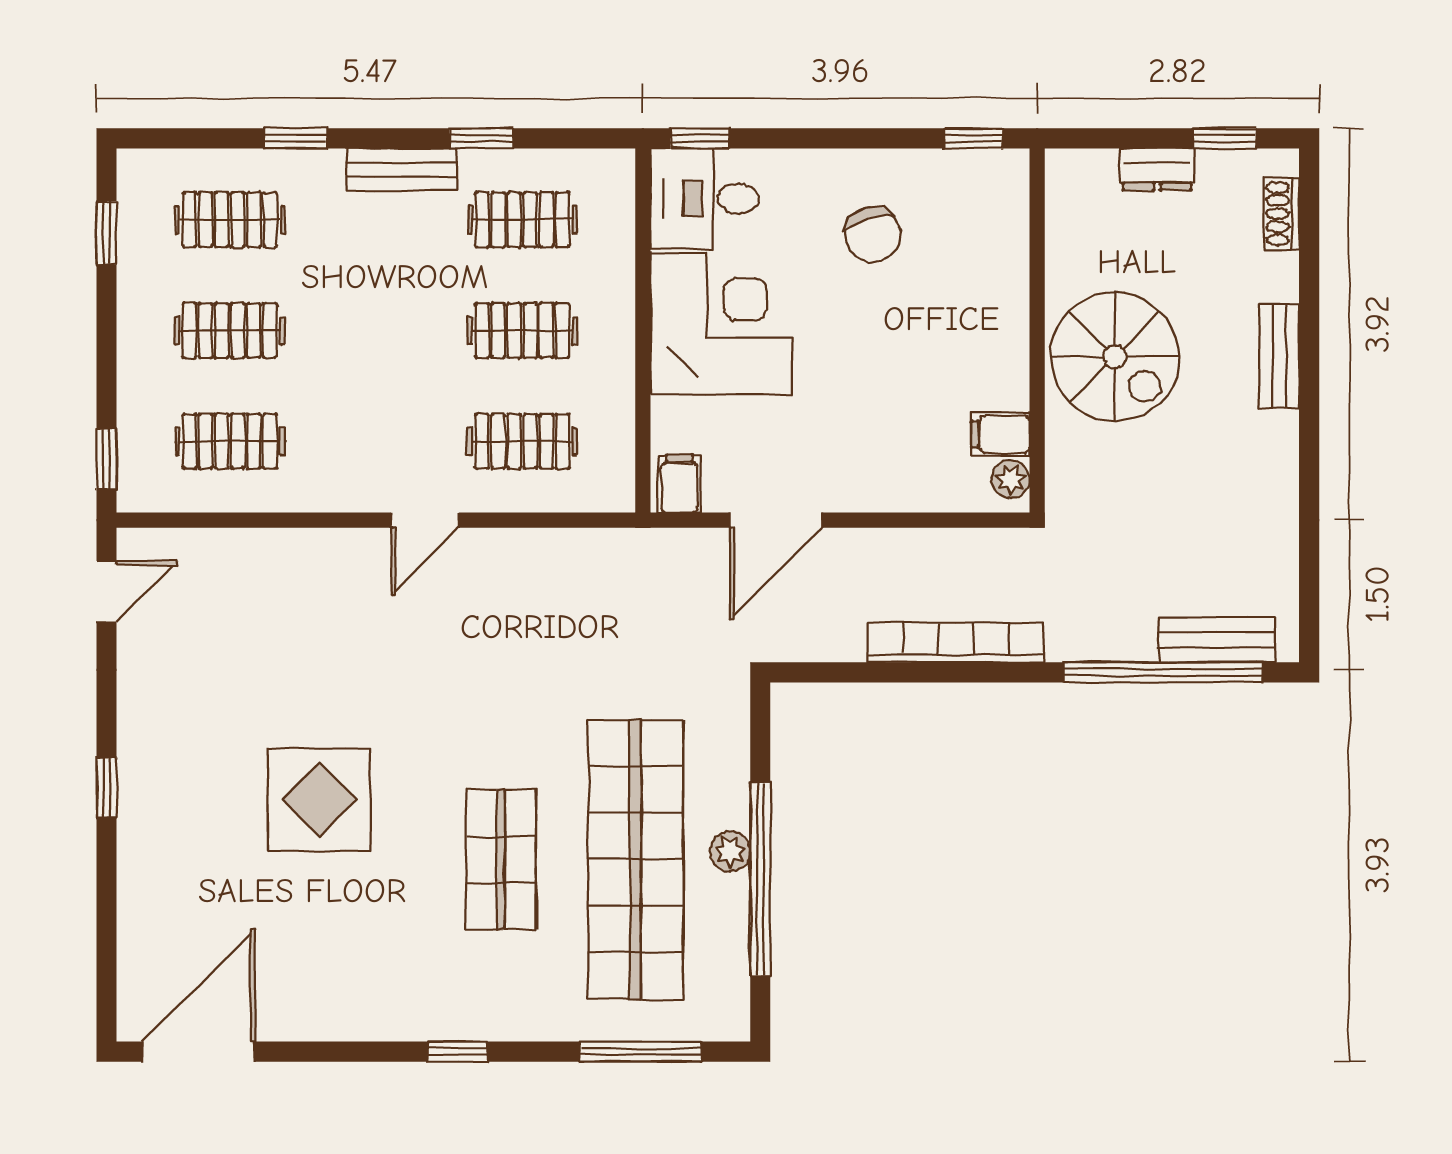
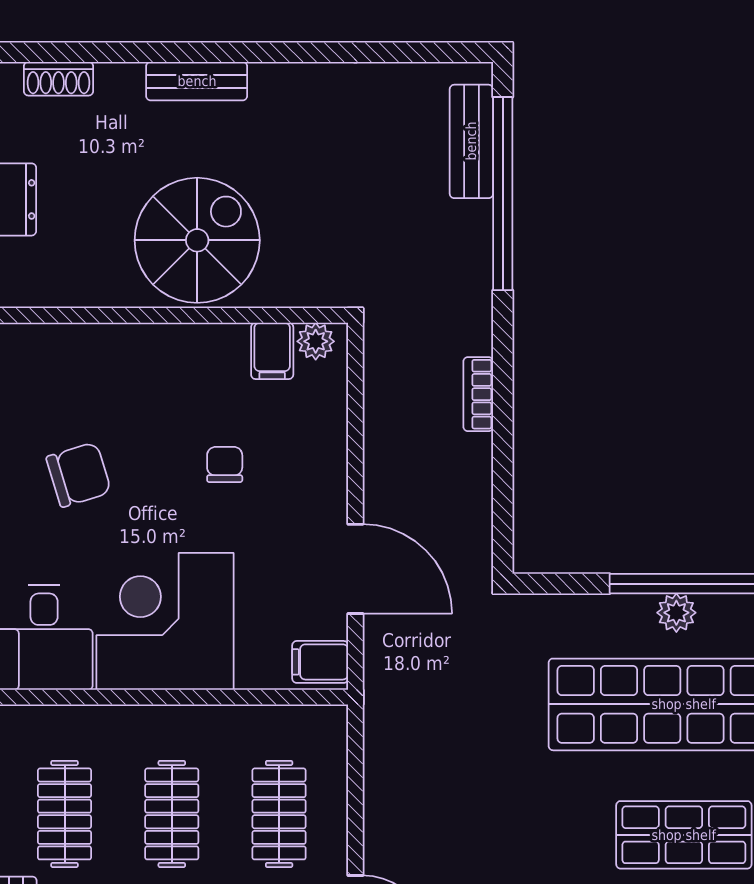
chair: (883, 385) -> (225, 464), added
bookcase: (956, 642) -> (478, 394), width x0.43, depth x0.76

